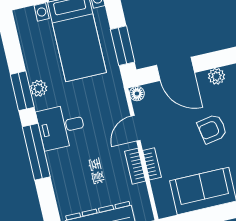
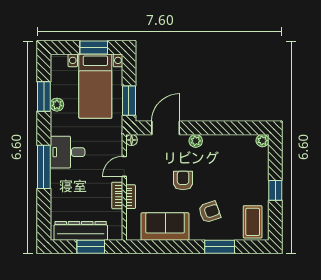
door: (176, 69) -> (166, 128), swing flipped
plant: (39, 88) -> (57, 105), moved
window: (22, 91) -> (44, 96), moved
armchair: (212, 129) -> (183, 180), turned 100

